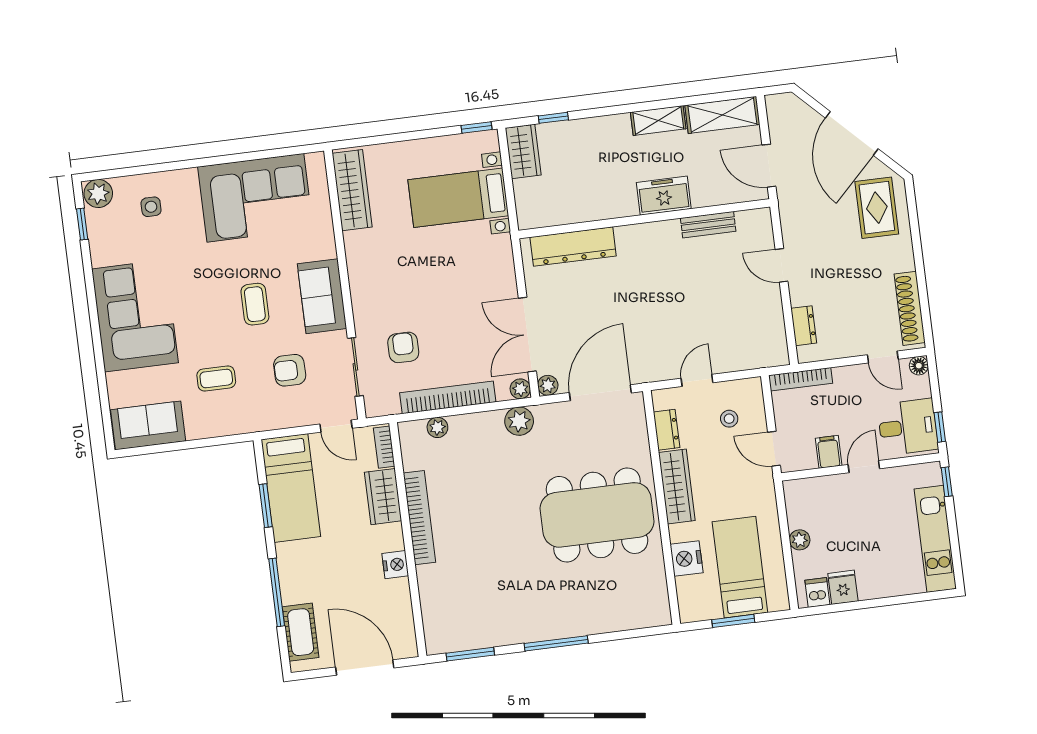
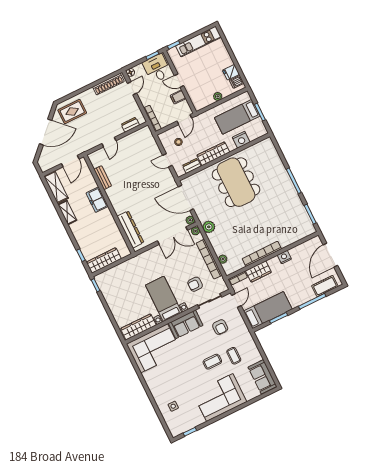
wardrobe: (523, 151) -> (104, 260), width x1.50
plant: (98, 193) -> (175, 429), removed
corner sofa: (255, 198) -> (154, 348), moved, turned 90
bed with nightstands: (458, 198) -> (164, 299), moved, turned 180
coffee table: (255, 304) -> (212, 362), moved

